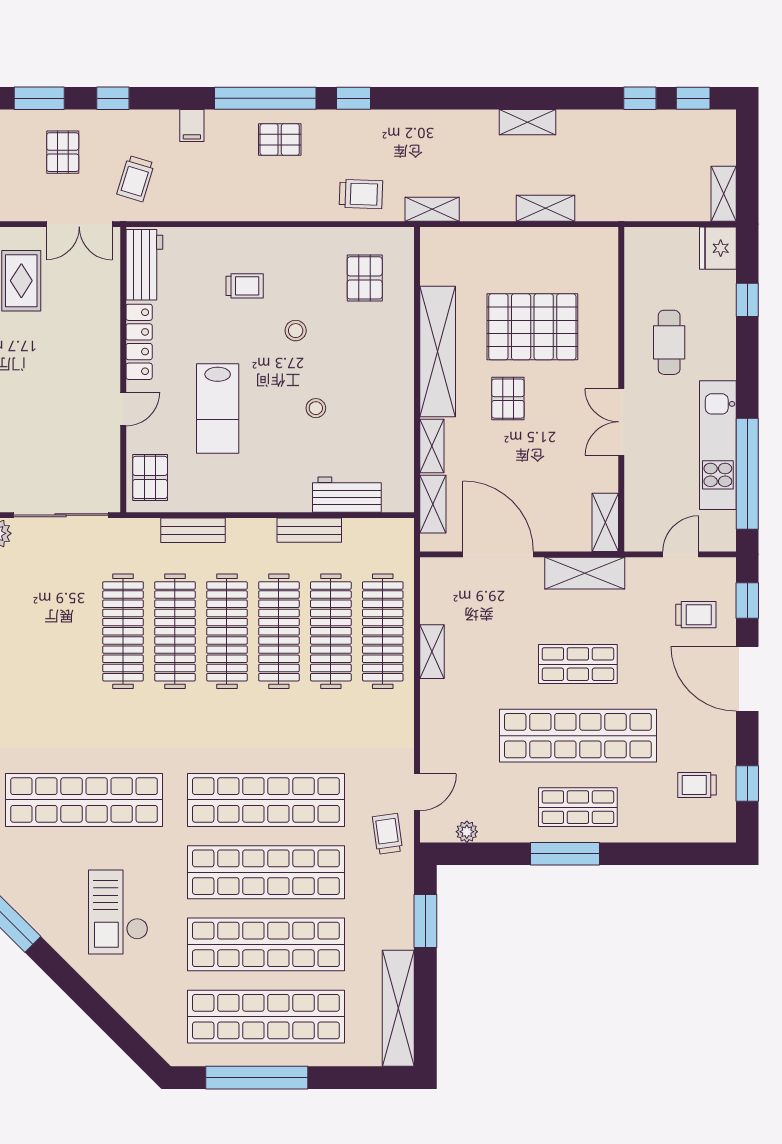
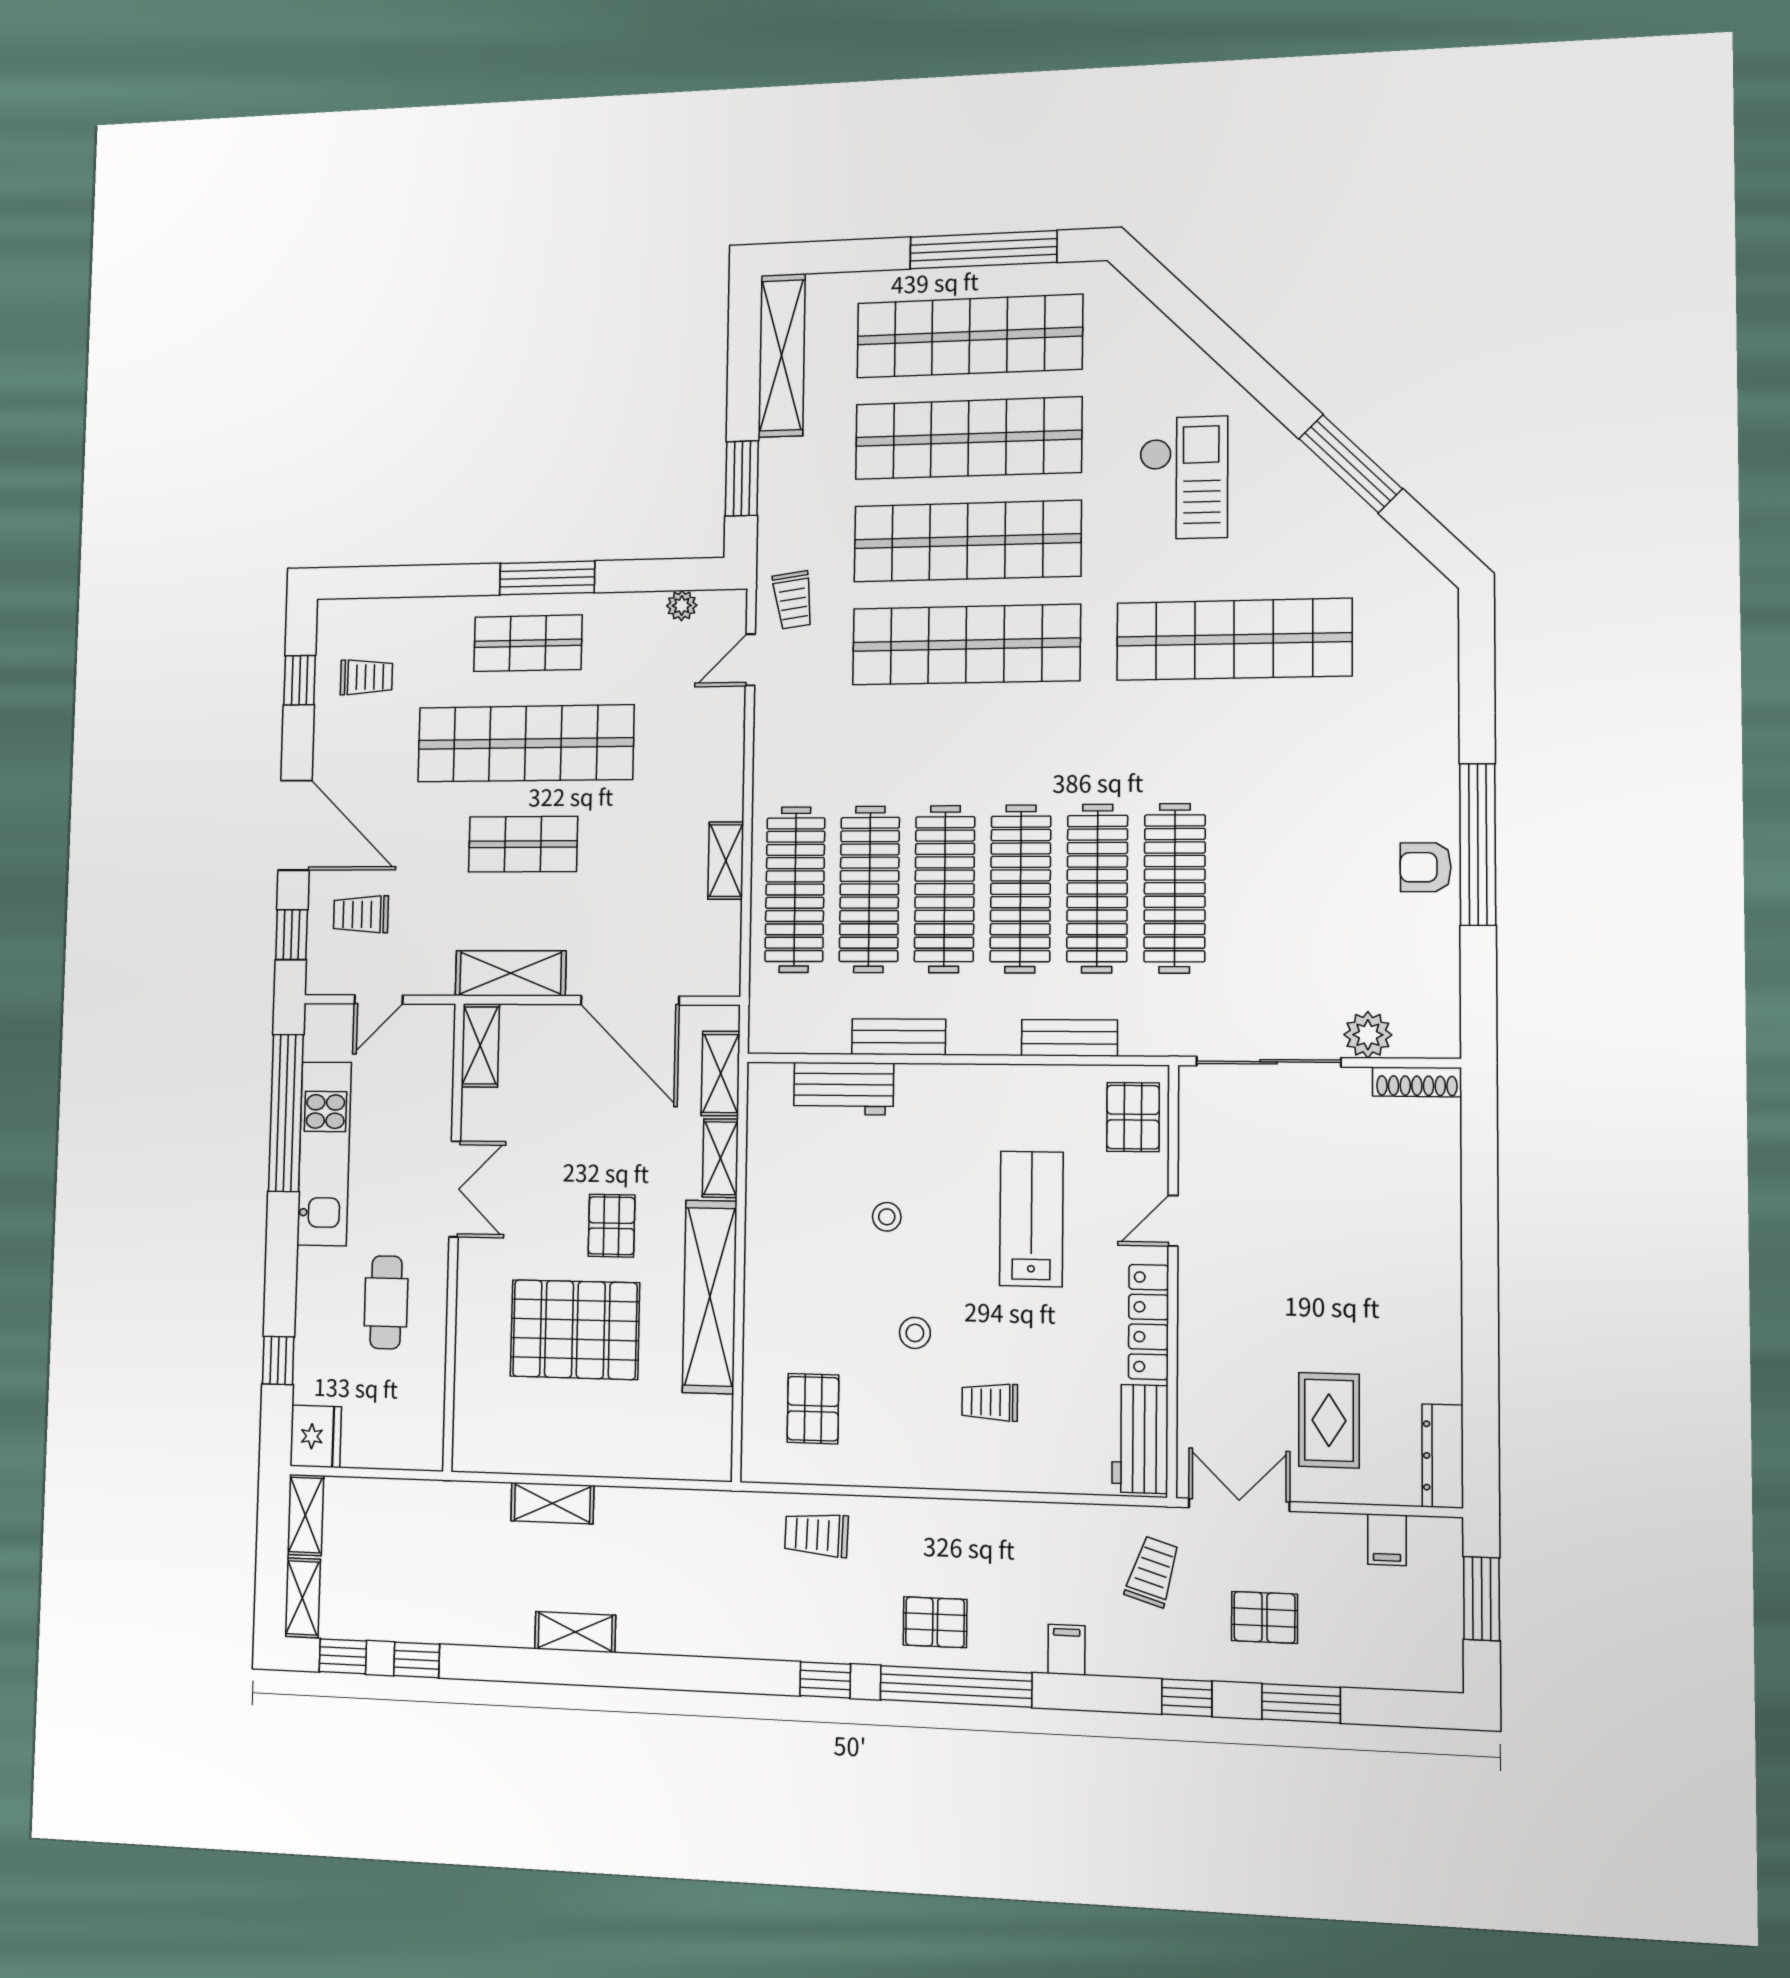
pallet: (63, 152) -> (1264, 1617), turned 90
shelving: (432, 209) -> (303, 1598), moved, turned 90

